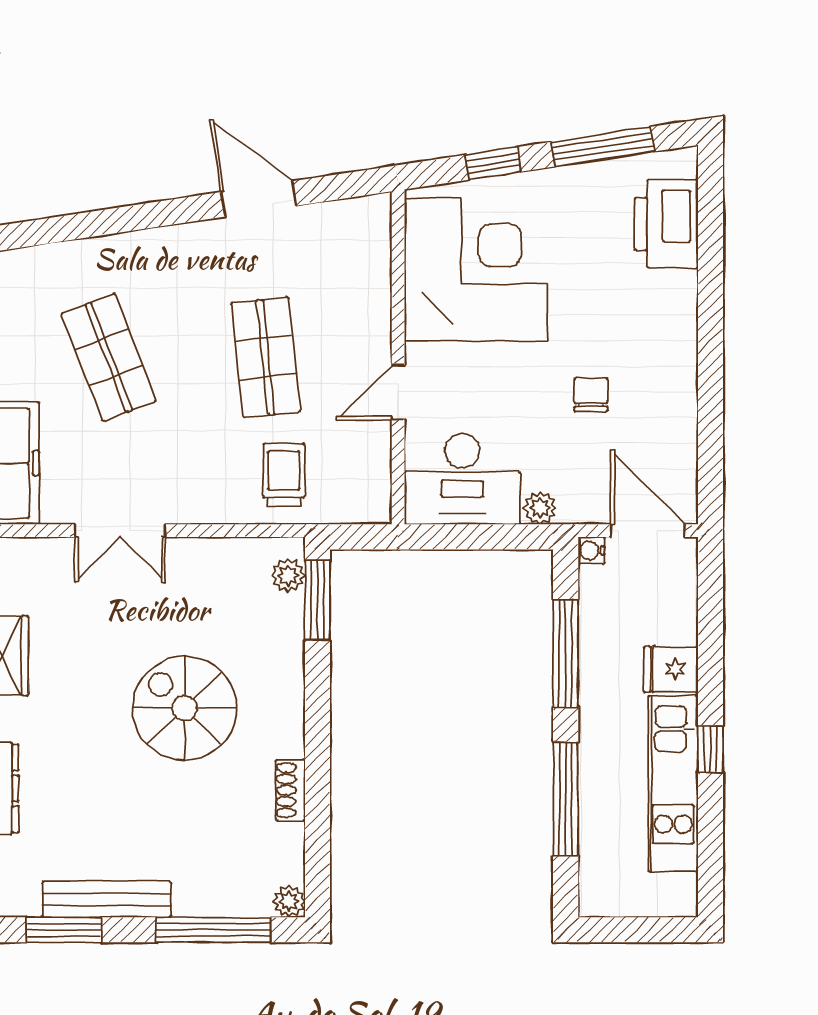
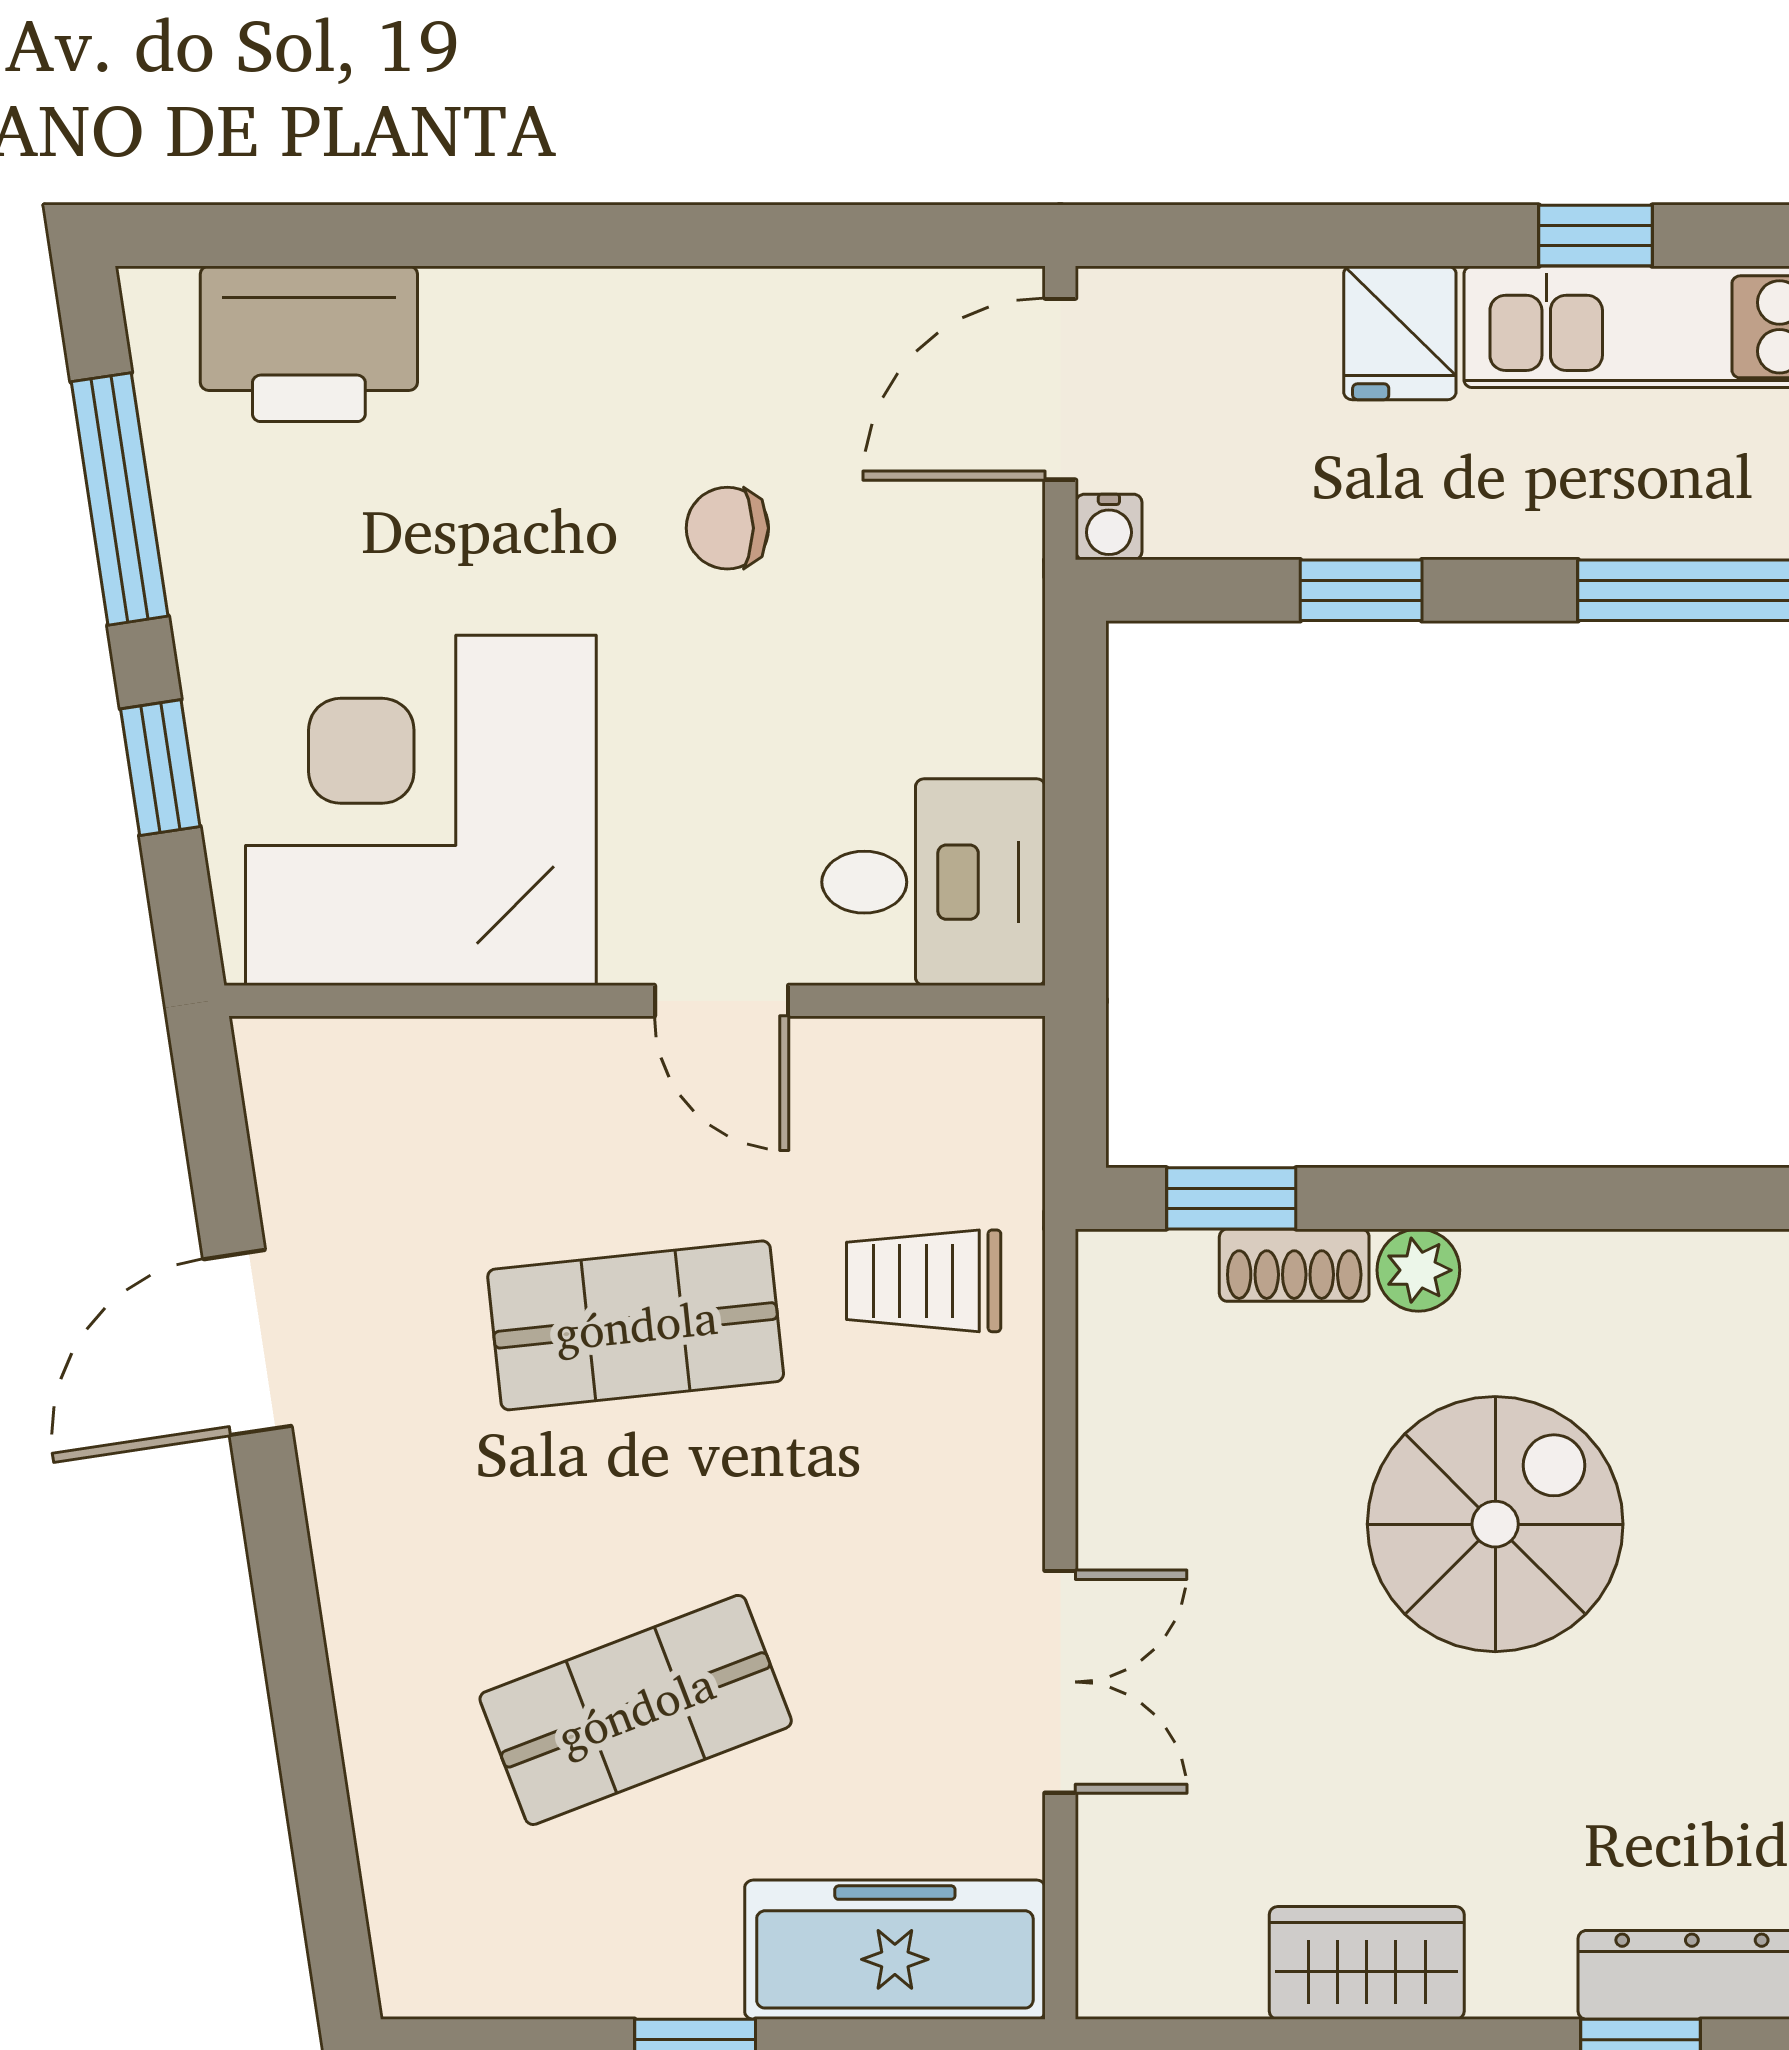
desk: (462, 479) -> (933, 882), width x0.73
plant: (540, 508) -> (1005, 653), removed
plant: (288, 575) -> (1418, 1270), moved
window: (317, 600) -> (1231, 1198), width x0.67
window: (566, 653) -> (1361, 590), width x0.46
spiral stairs: (185, 708) -> (1495, 1524), turned 180
shoe rack: (290, 790) -> (1294, 1265), moved

